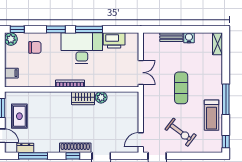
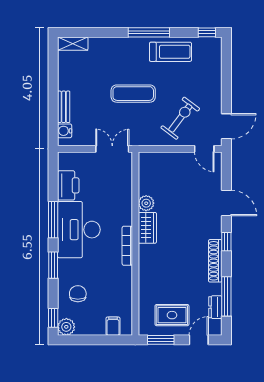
water cooler: (189, 38) -> (65, 131), moved
exercise bike: (181, 132) -> (180, 118), moved
shoe rack: (75, 148) -> (215, 261), moved

